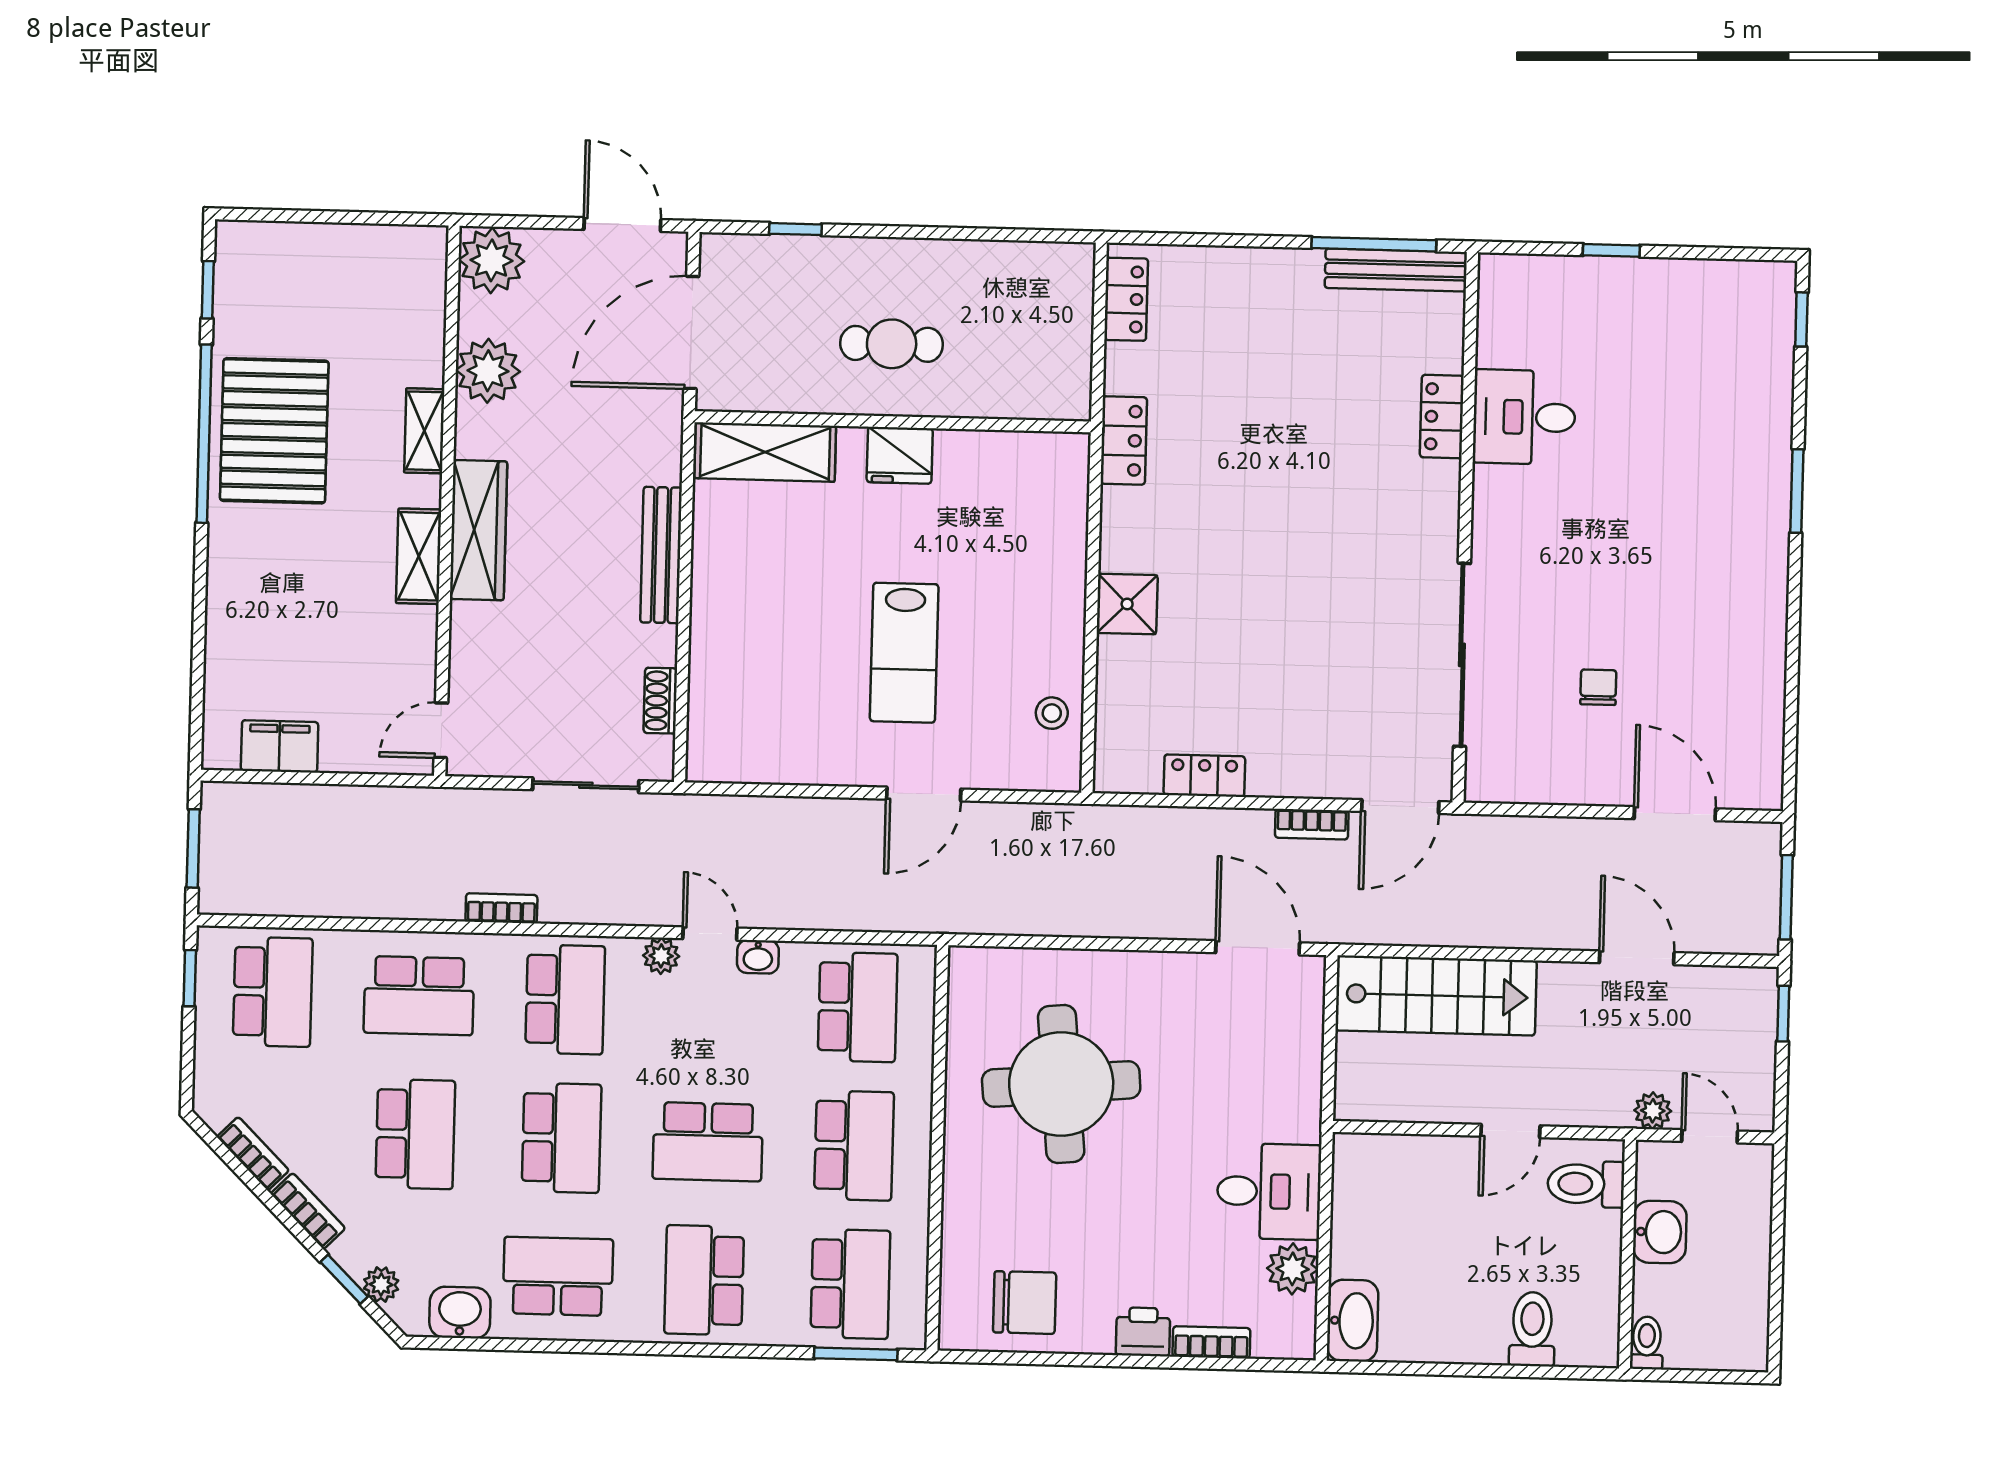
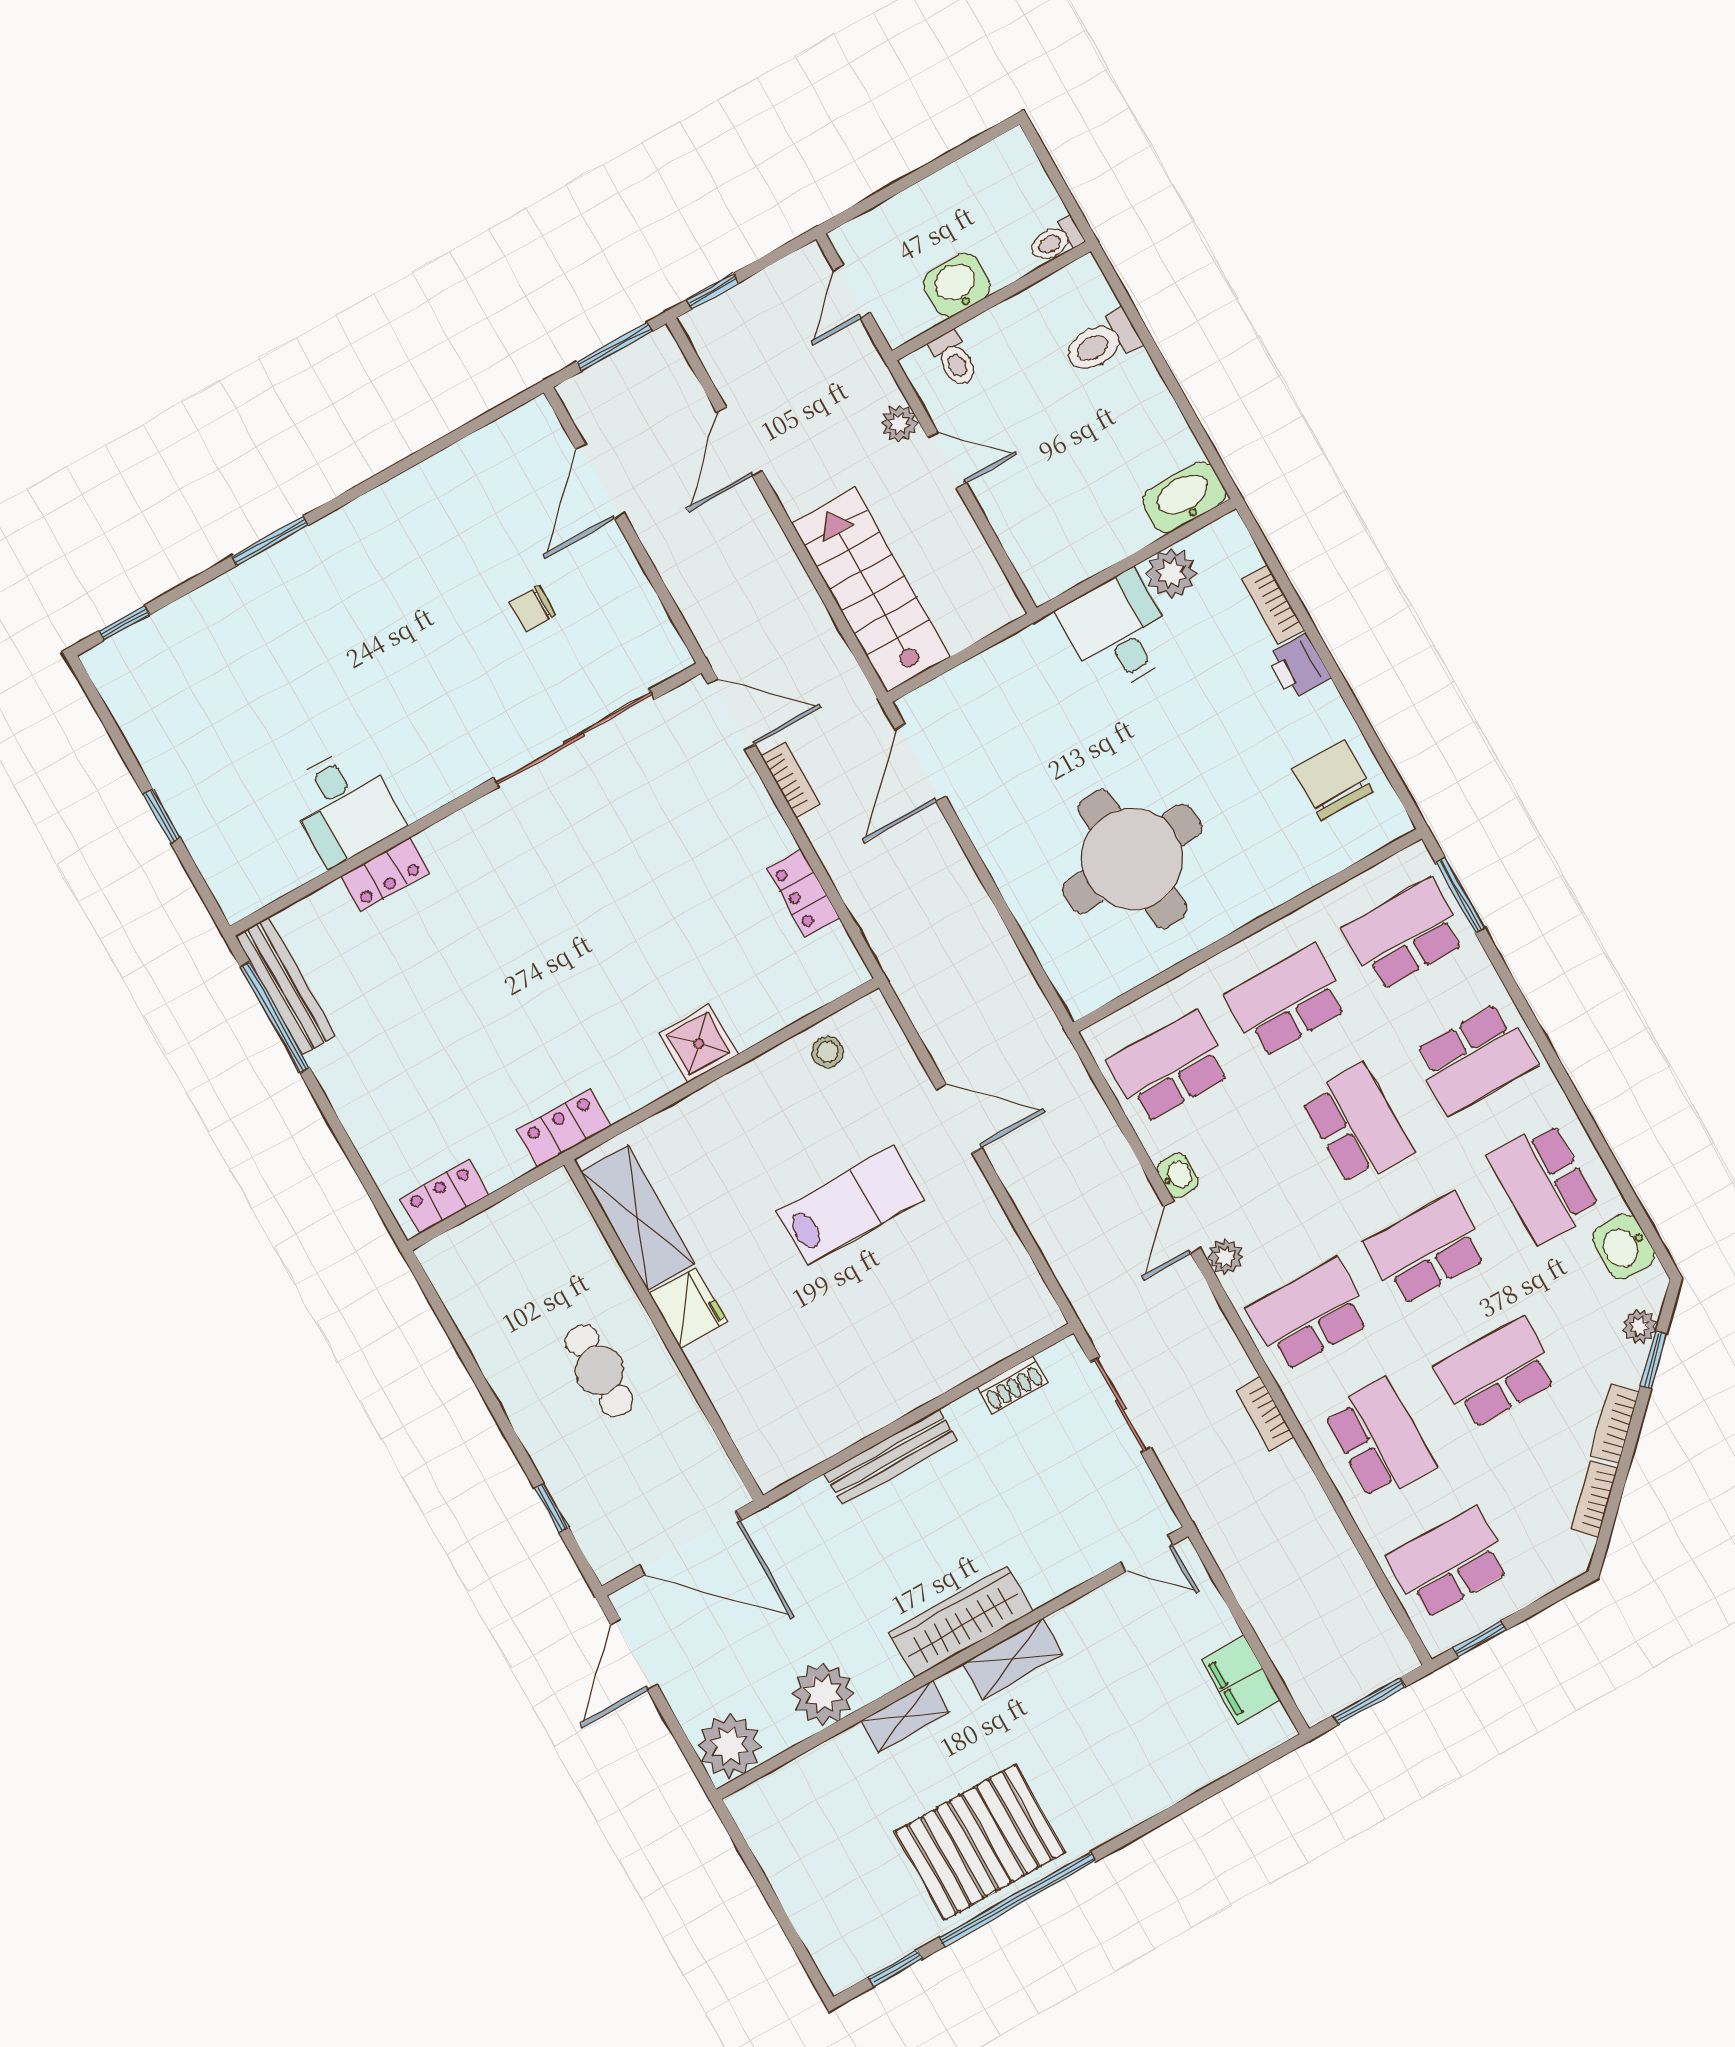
shelving: (765, 452) -> (638, 1218), moved
plant: (1653, 1111) -> (899, 423), moved
toilet: (1586, 1184) -> (954, 359), width x0.73, depth x0.72

